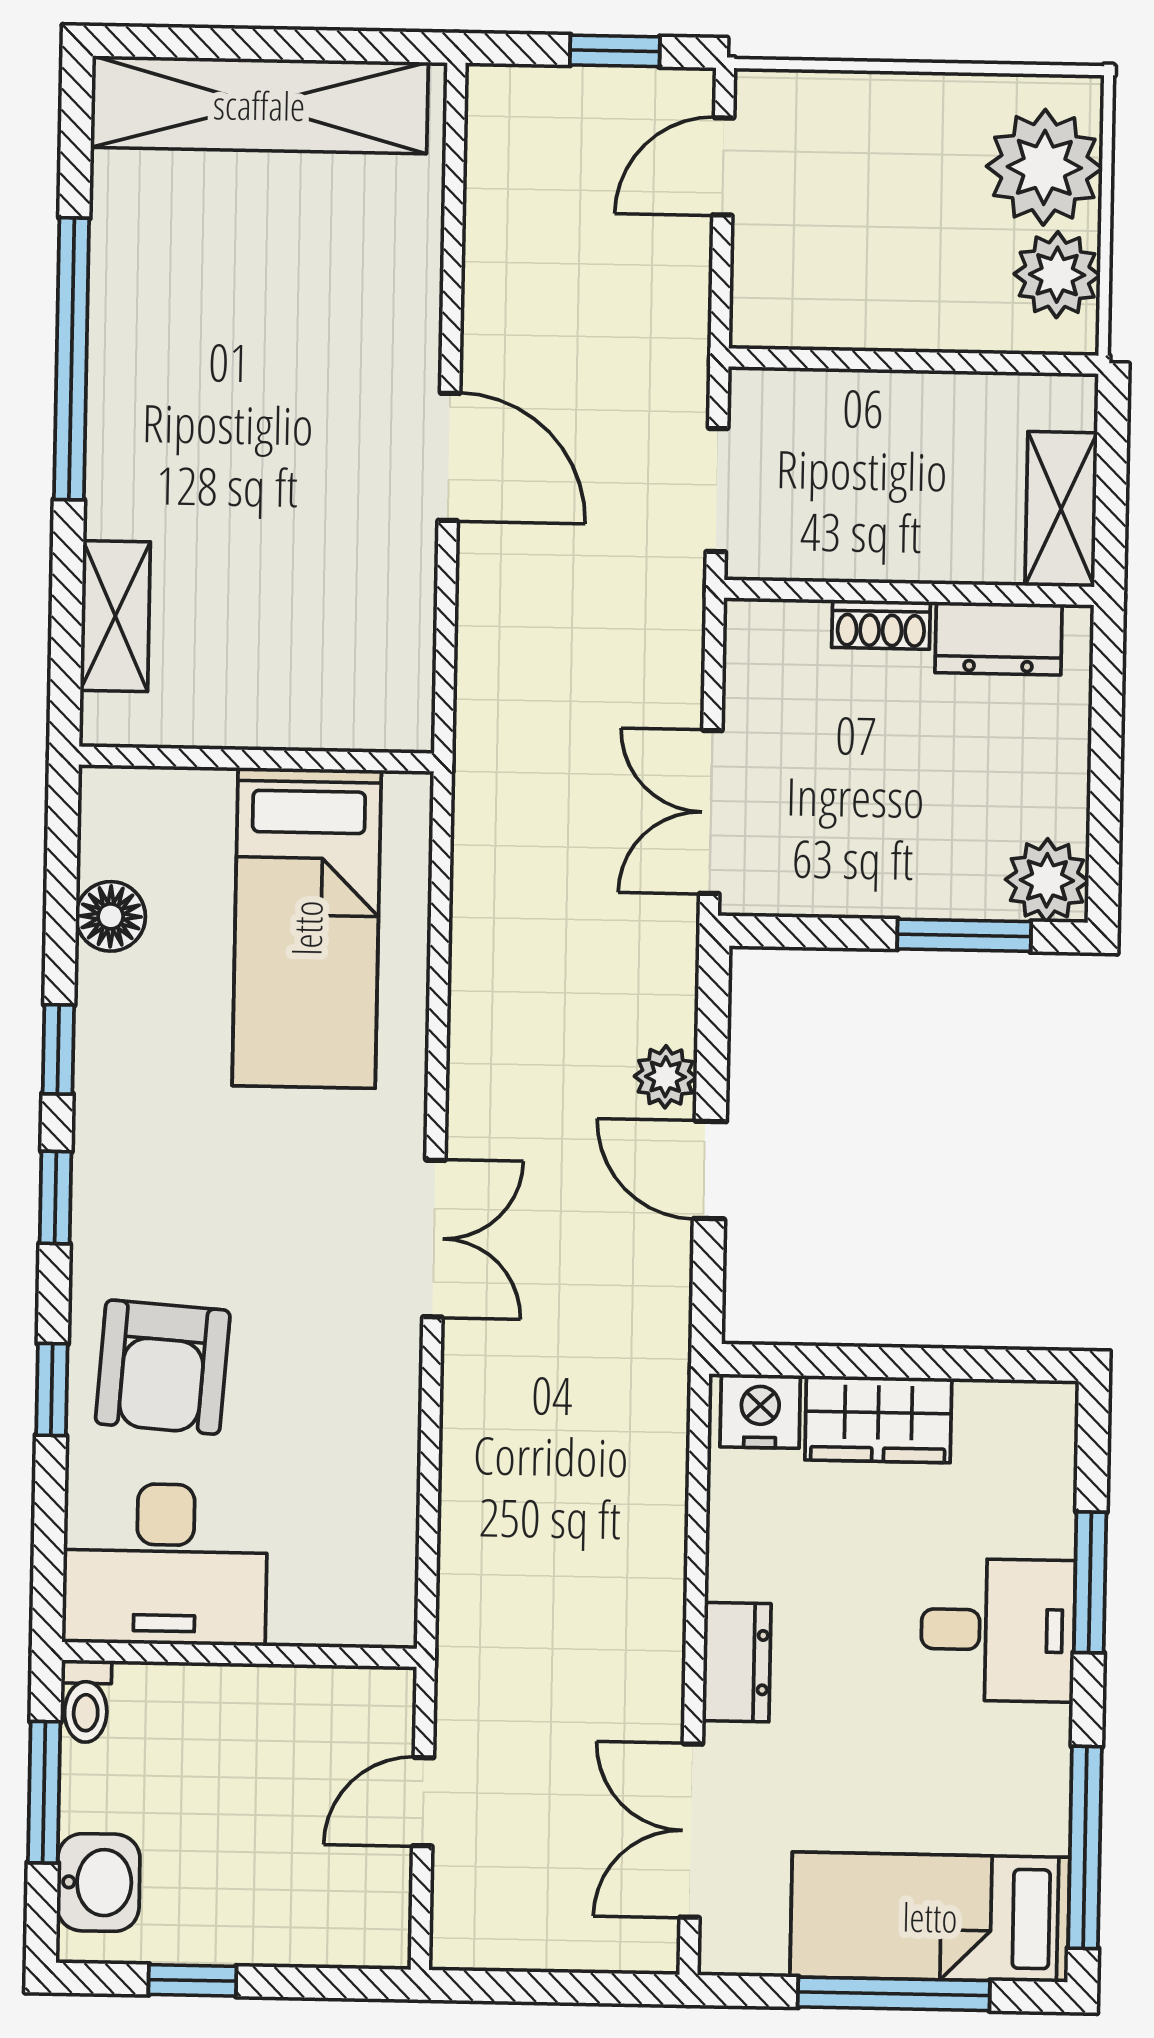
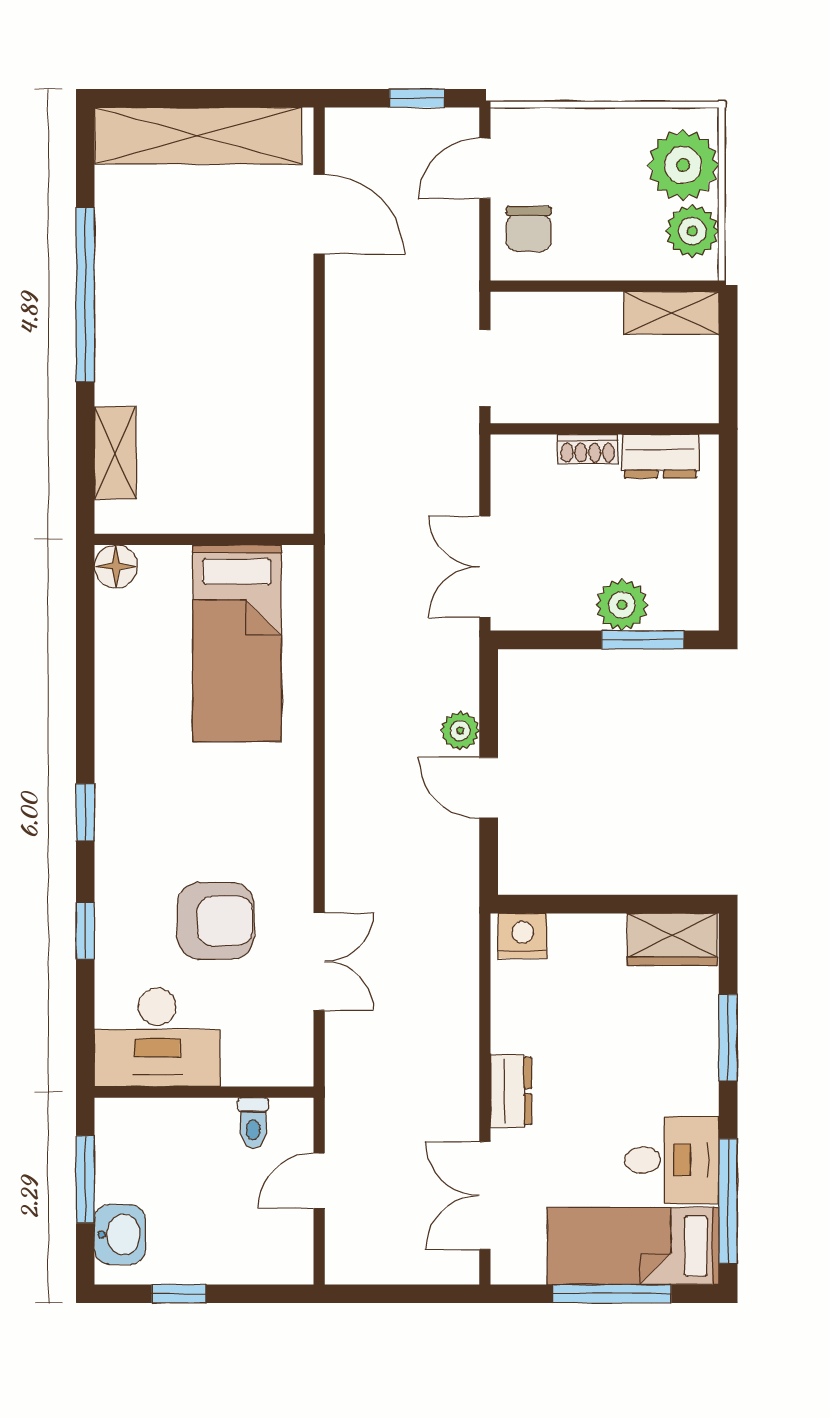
chair: (792, 266) -> (529, 229), added
door: (449, 457) -> (319, 214), moved
shelving: (1061, 509) -> (671, 313), moved, turned 90
plant: (1047, 880) -> (622, 605), moved
floor lamp: (111, 916) -> (116, 566), moved
window: (58, 1049) -> (85, 721), removed
double door: (434, 1239) -> (319, 962), moved
armchair: (163, 1367) -> (216, 921), moved, turned -94
wardrobe: (878, 1419) -> (672, 939), moved
desk: (998, 1630) -> (672, 1160), moved
toilet: (86, 1701) -> (253, 1123), moved

